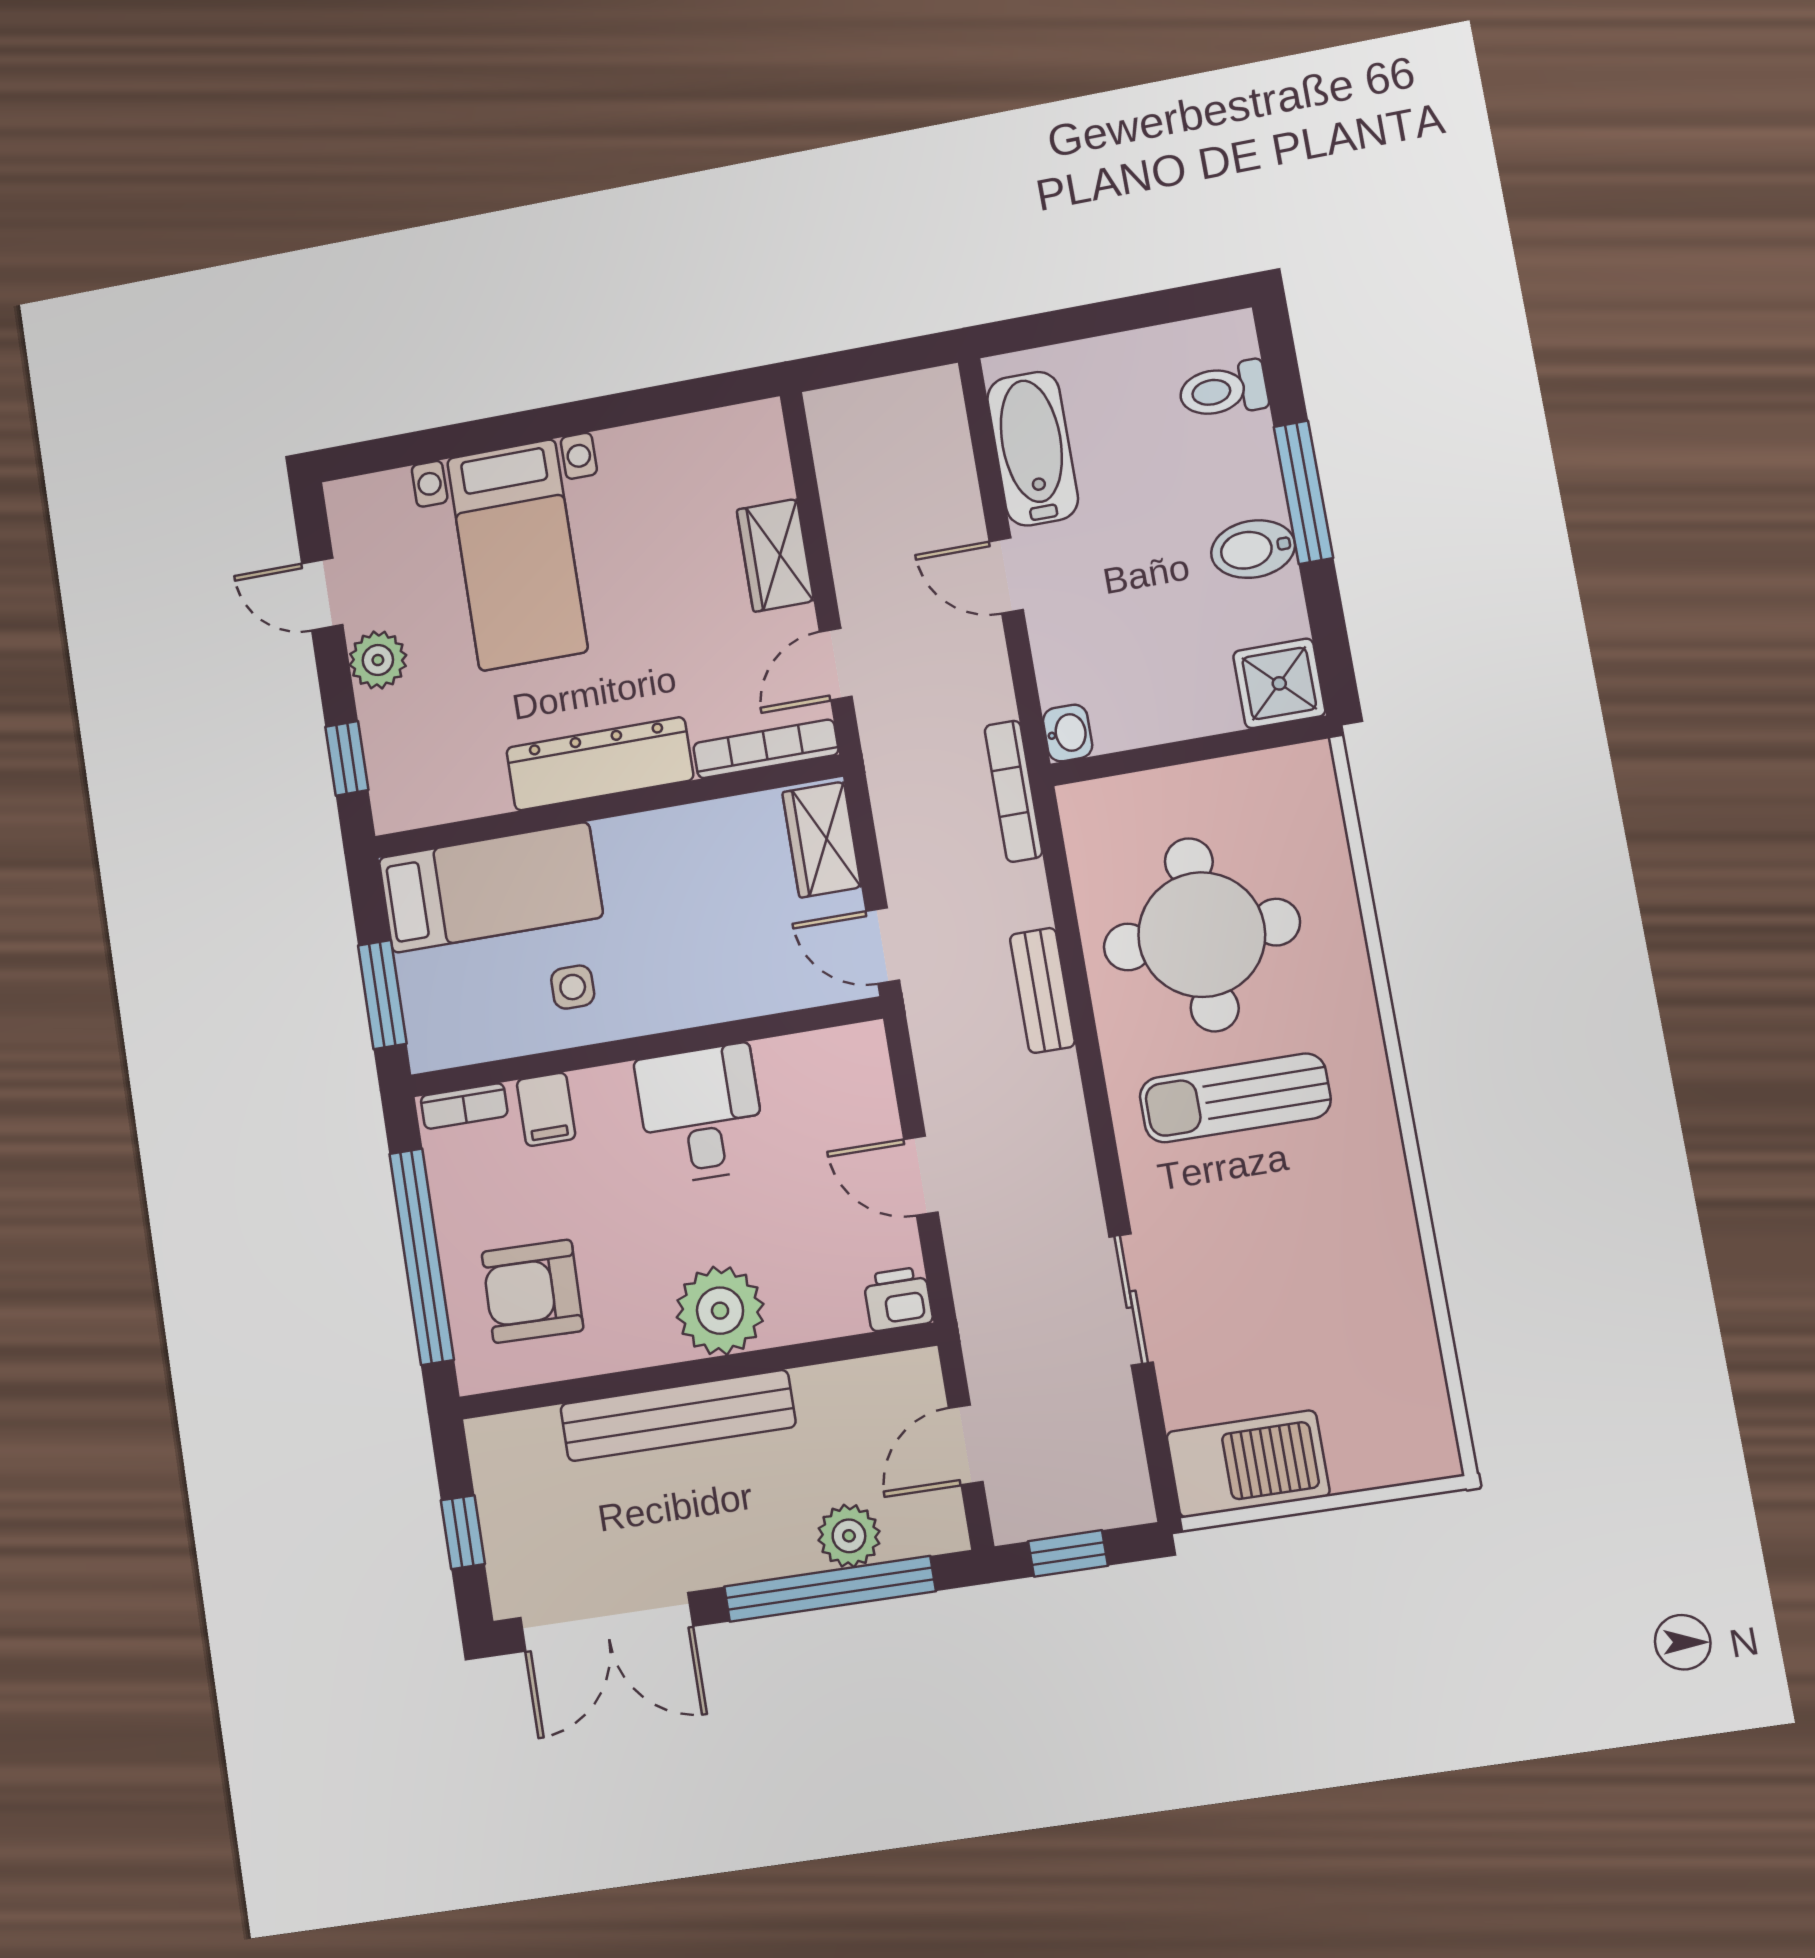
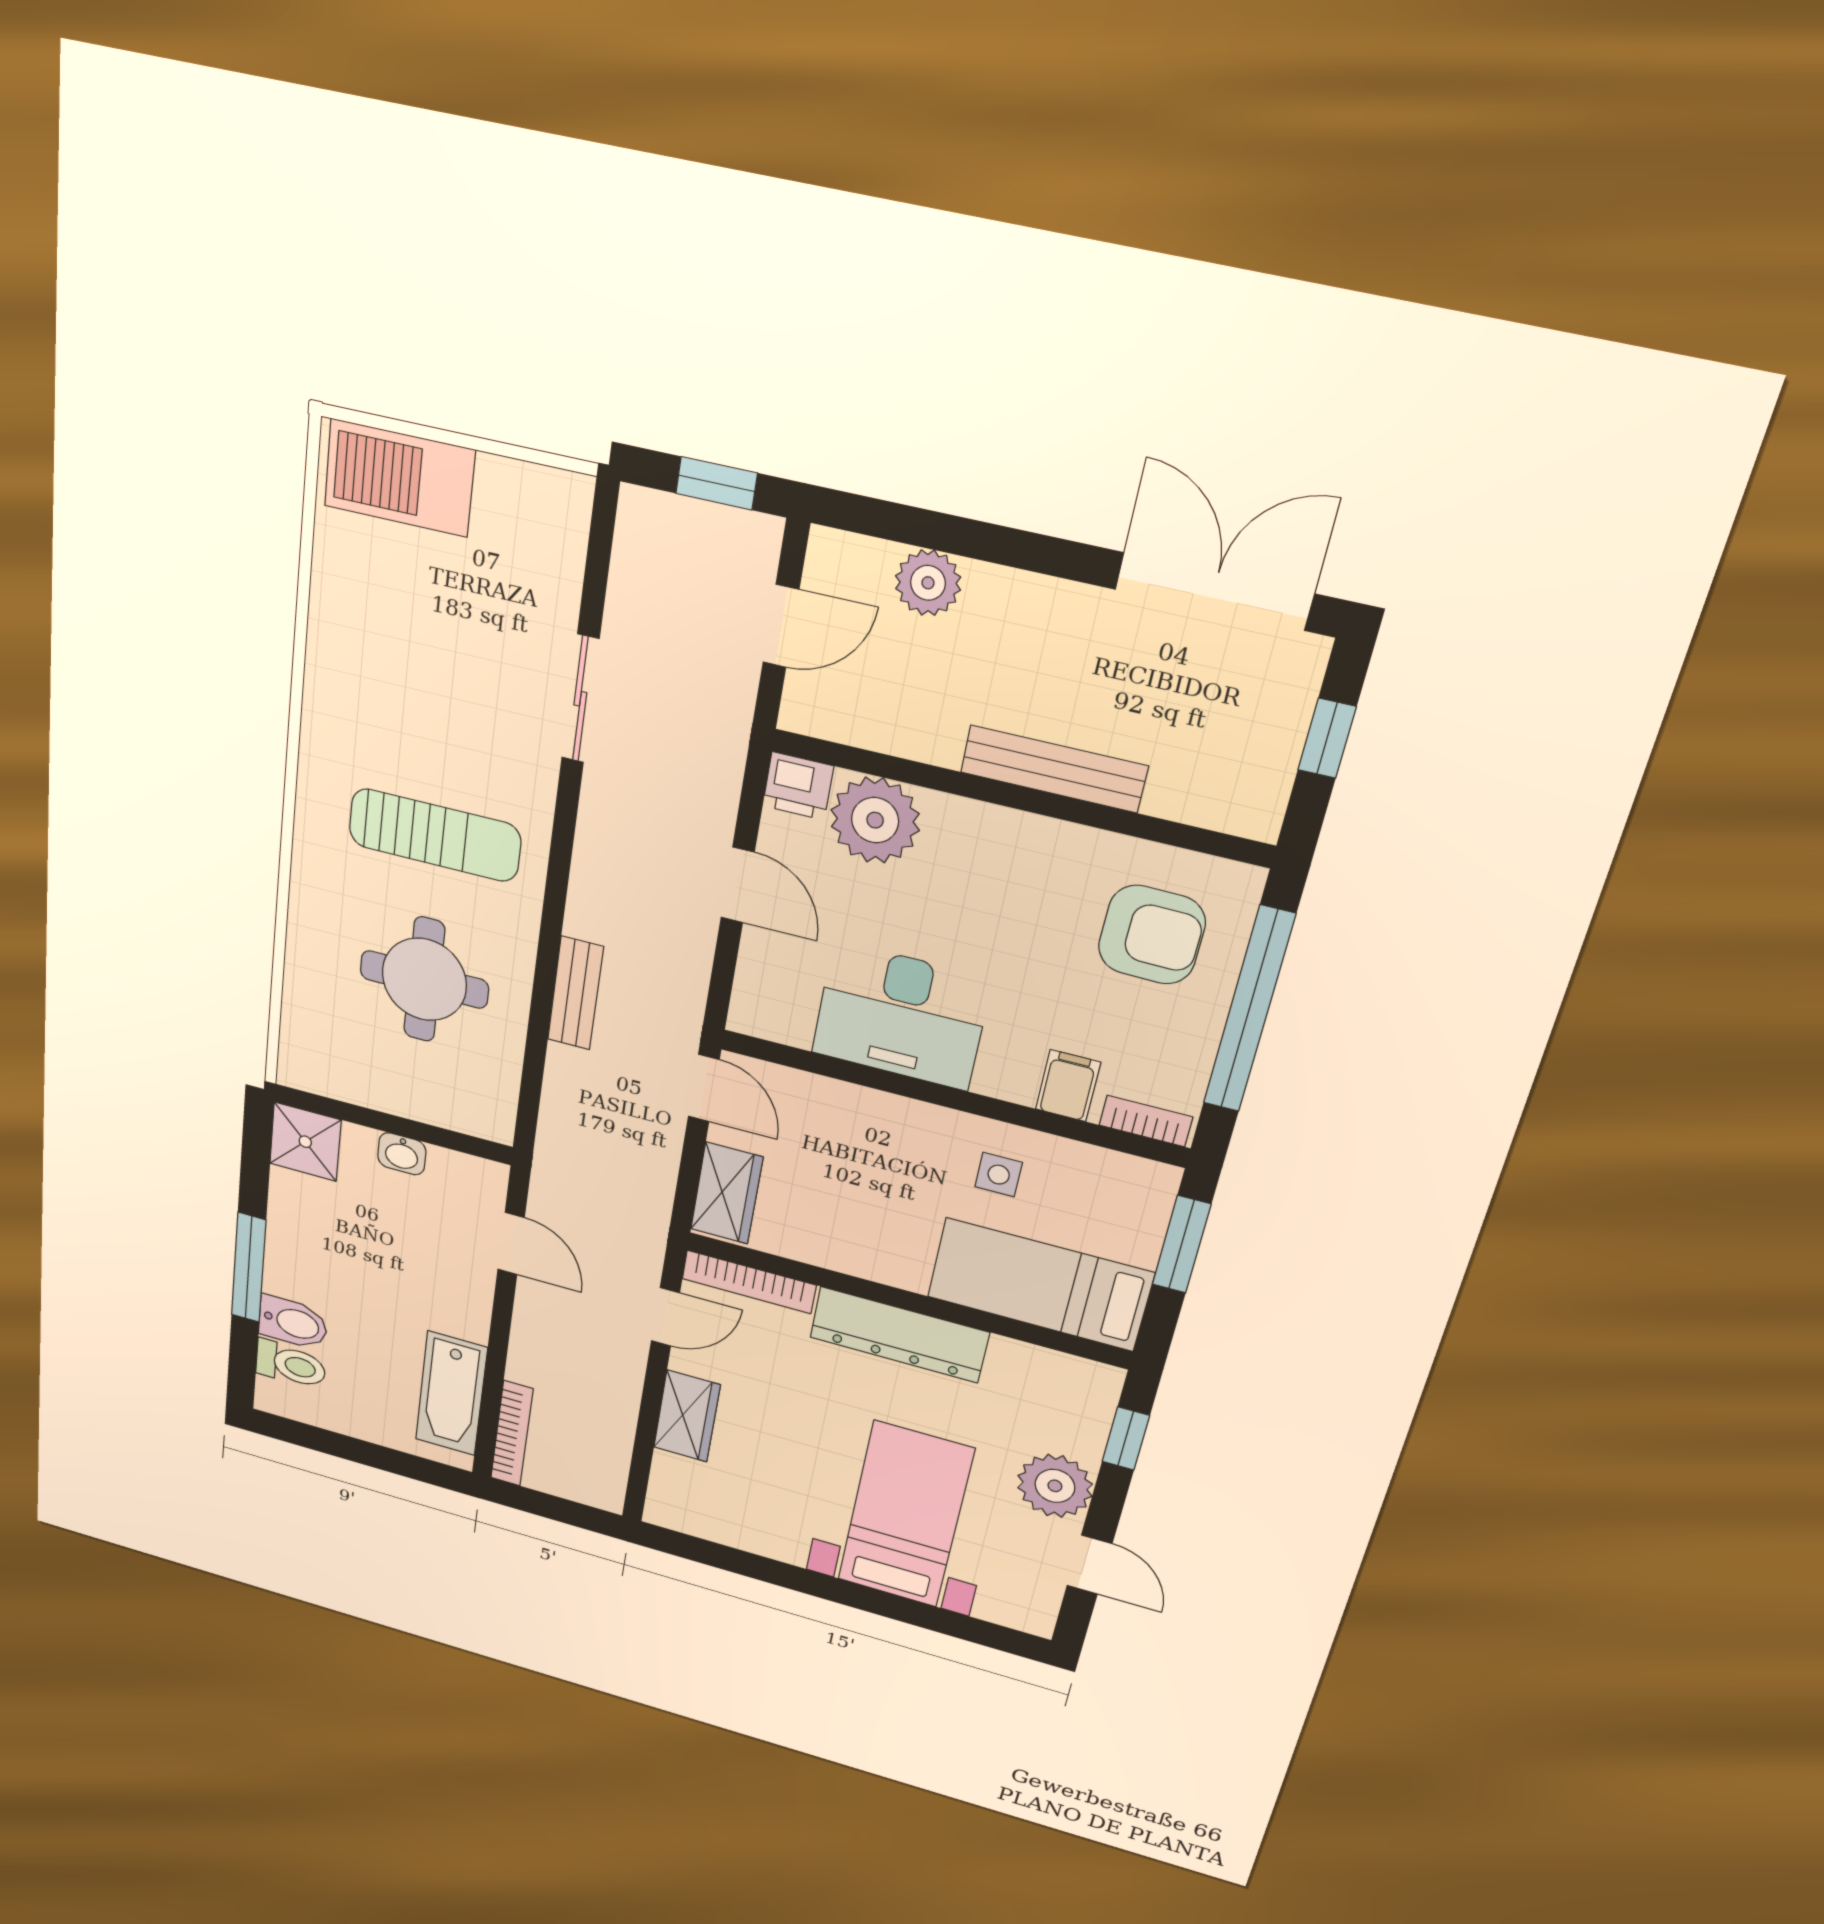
bidet: (1253, 549) -> (293, 1323), moved
door: (1006, 576) -> (511, 1244), moved
plant: (378, 660) -> (1055, 1486), width x1.36, depth x1.36
washbasin: (1068, 733) -> (402, 1154), moved, turned -90
bookcase: (1013, 791) -> (512, 1434), moved
round table: (1202, 935) -> (424, 979), width x0.73, depth x0.73
desk: (701, 1114) -> (901, 1016), width x1.37
plant: (720, 1311) -> (875, 820), moved
bench: (678, 1416) -> (1054, 769), width x0.73, depth x0.82
barbecue: (1248, 1464) -> (399, 478), moved
window: (830, 1589) -> (967, 538), removed

